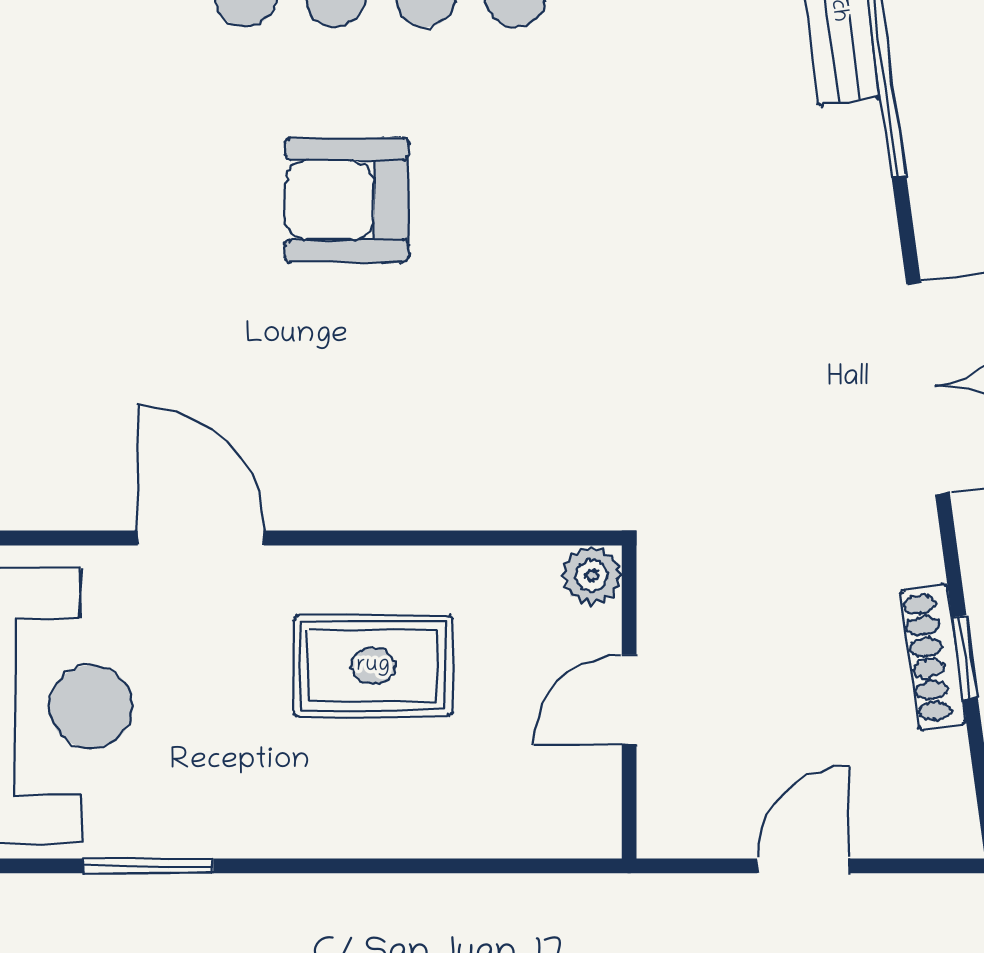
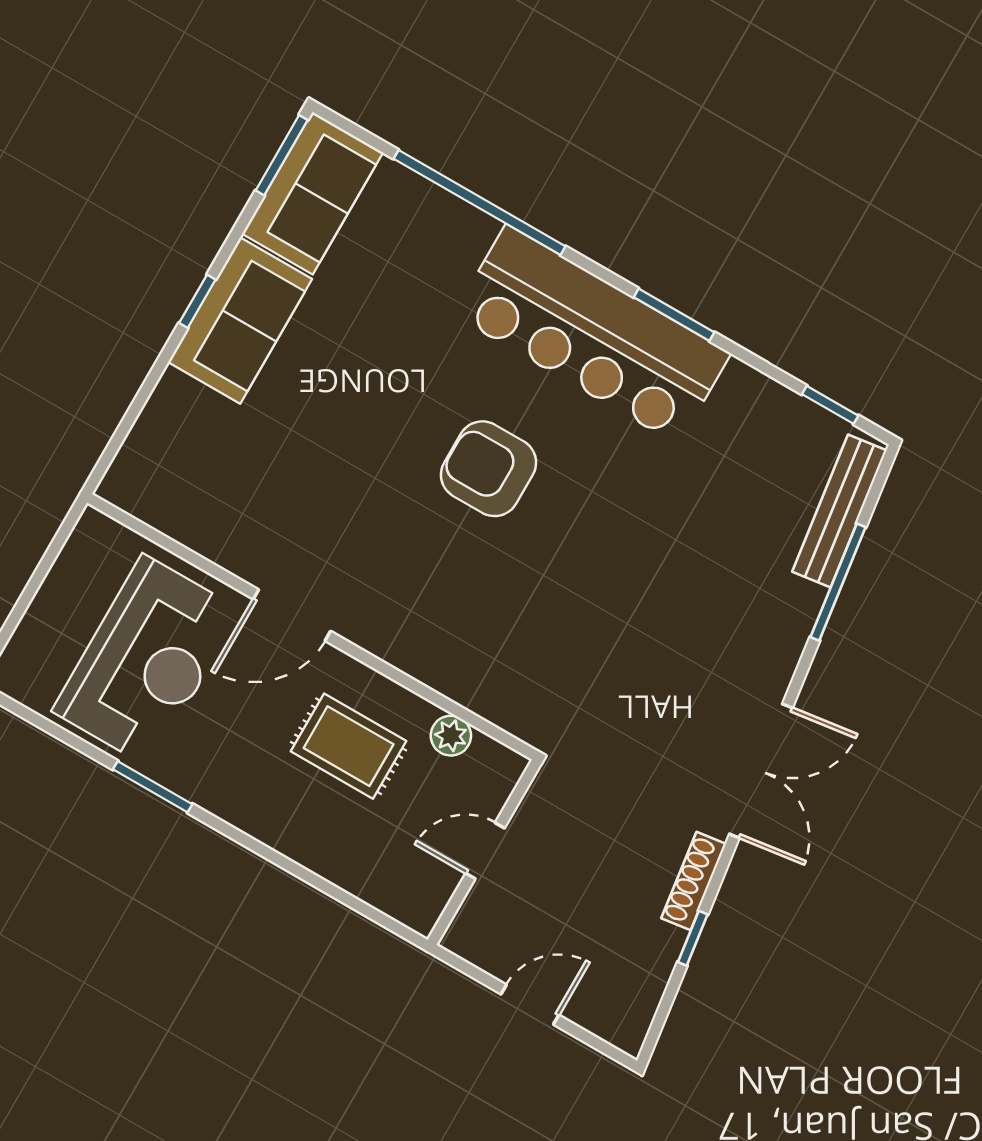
door: (201, 538) -> (292, 615), swing flipped
plant: (592, 575) -> (451, 736), moved
shoe rack: (933, 657) -> (694, 881), moved

